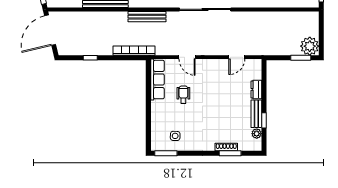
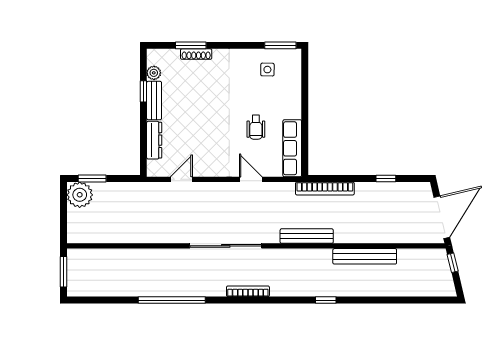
dresser: (256, 89) -> (154, 140), width x1.44

